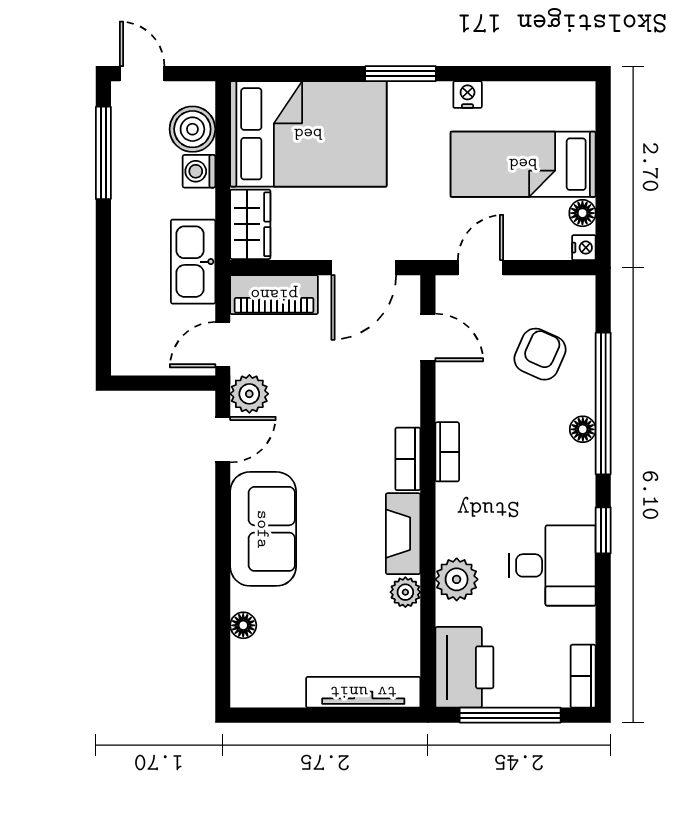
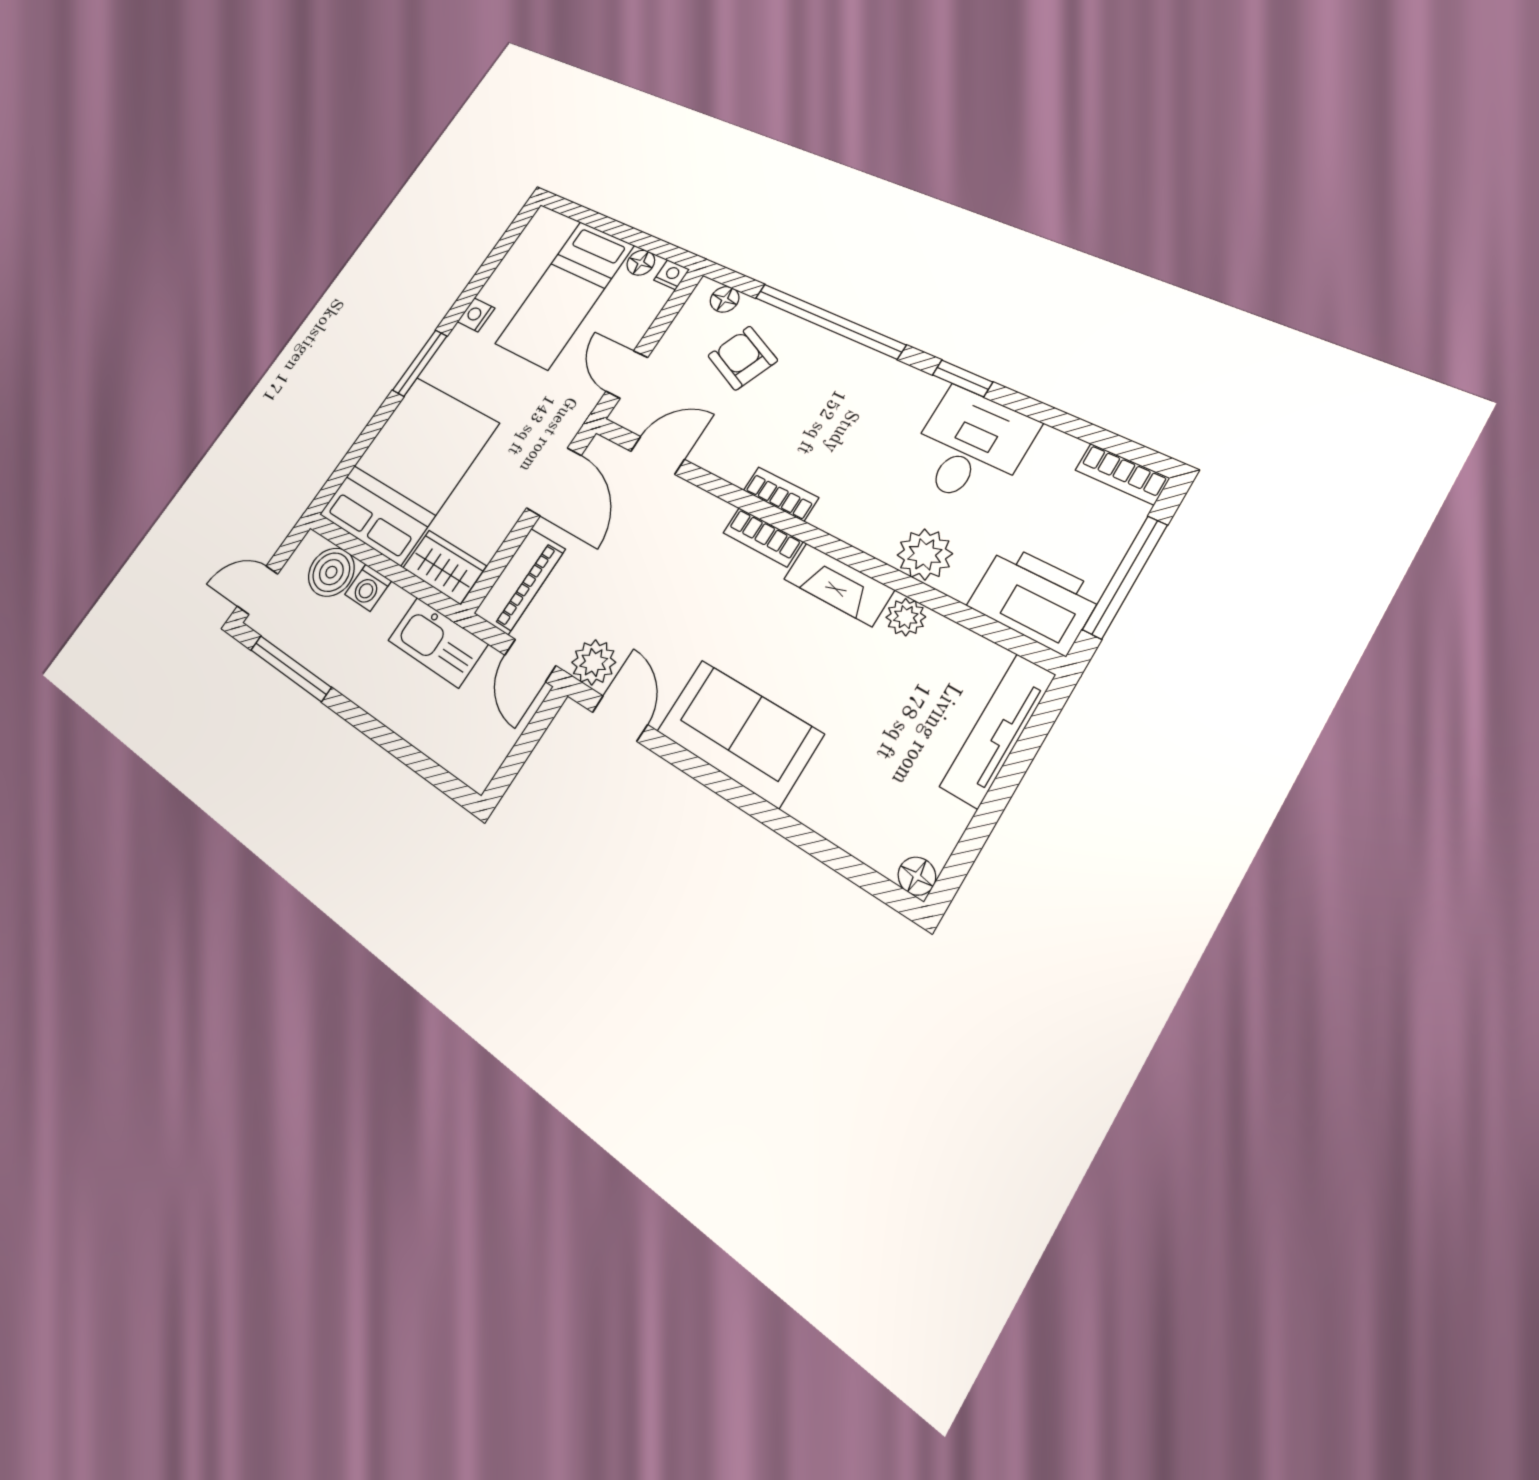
floor lamp: (583, 429) -> (725, 299), moved
floor lamp: (243, 625) -> (917, 876), moved

